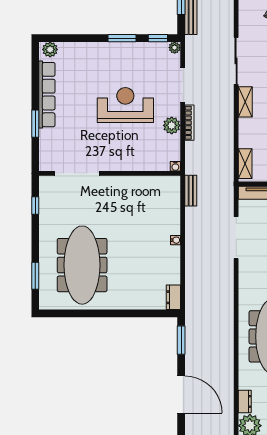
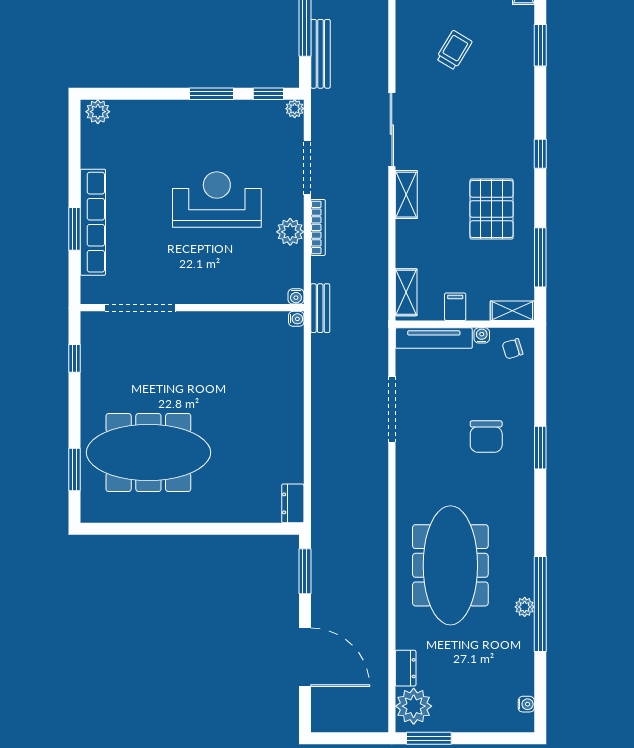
row of seats: (47, 95) -> (93, 222), moved
bench: (191, 191) -> (320, 308), moved
water cooler: (176, 240) -> (296, 319), moved
meeting table: (82, 265) -> (148, 452), turned 90

